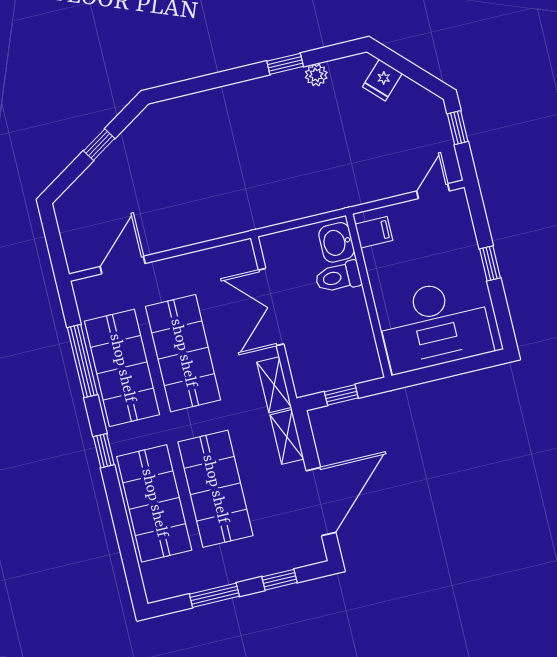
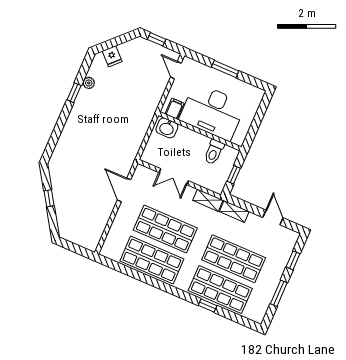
window: (490, 263) -> (225, 69), width x1.50
door: (123, 265) -> (124, 190), moved
toilet: (338, 277) -> (214, 152), moved
double door: (271, 307) -> (174, 177), width x0.73
desk: (435, 325) -> (212, 112), moved, turned 90
window: (82, 361) -> (136, 275), removed
window: (104, 451) -> (208, 306), moved
door: (321, 502) -> (273, 218), width x0.53

